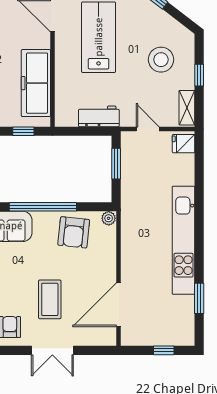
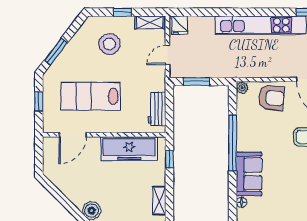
workbench: (99, 116) -> (157, 109), moved
armchair: (74, 232) -> (271, 98), moved

